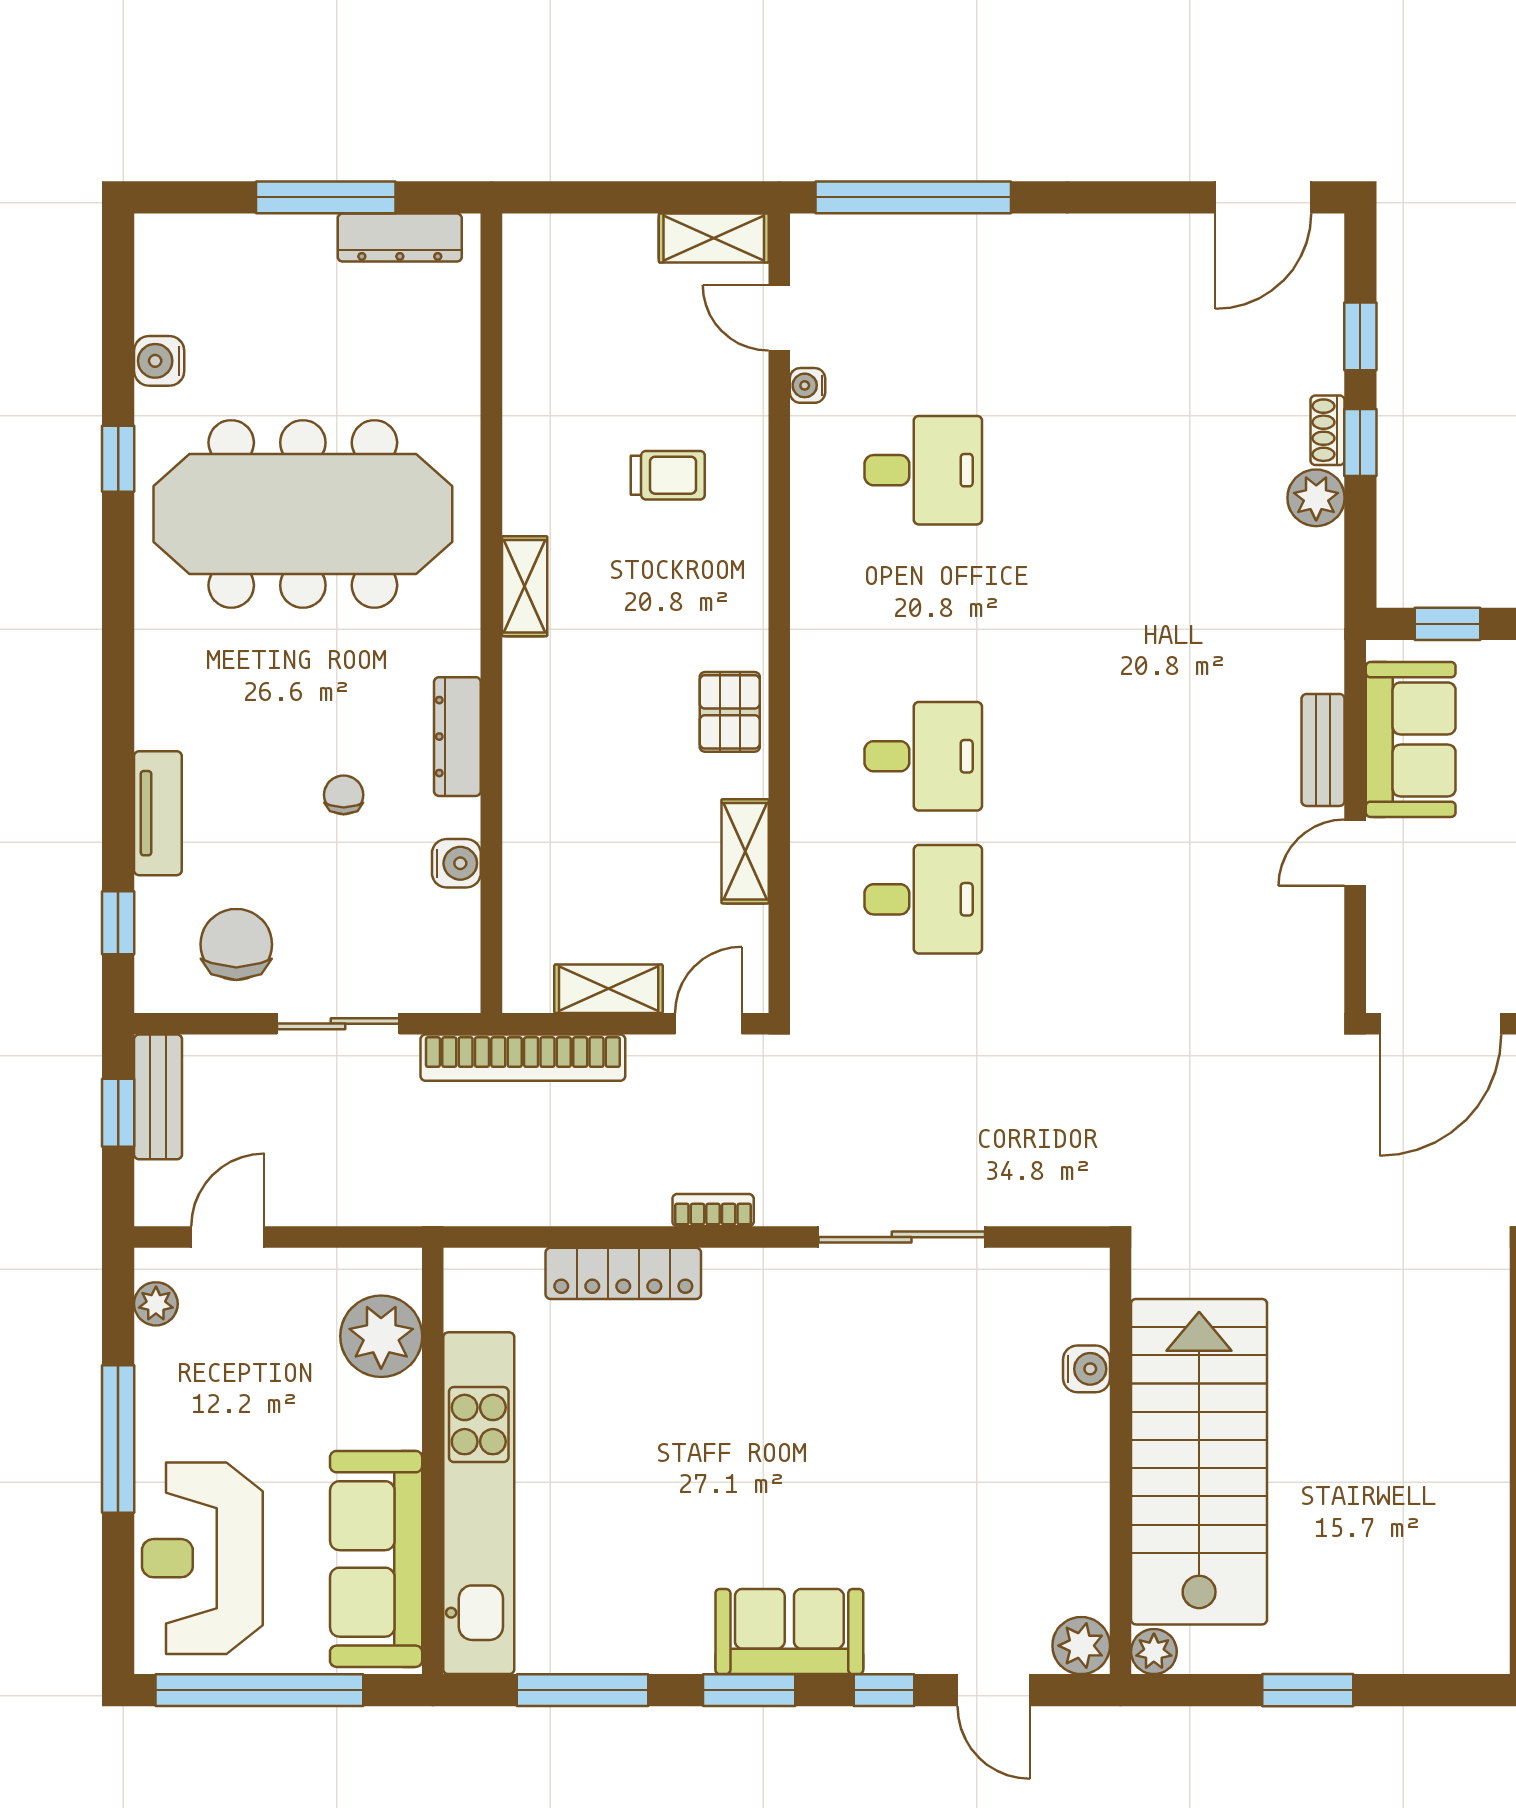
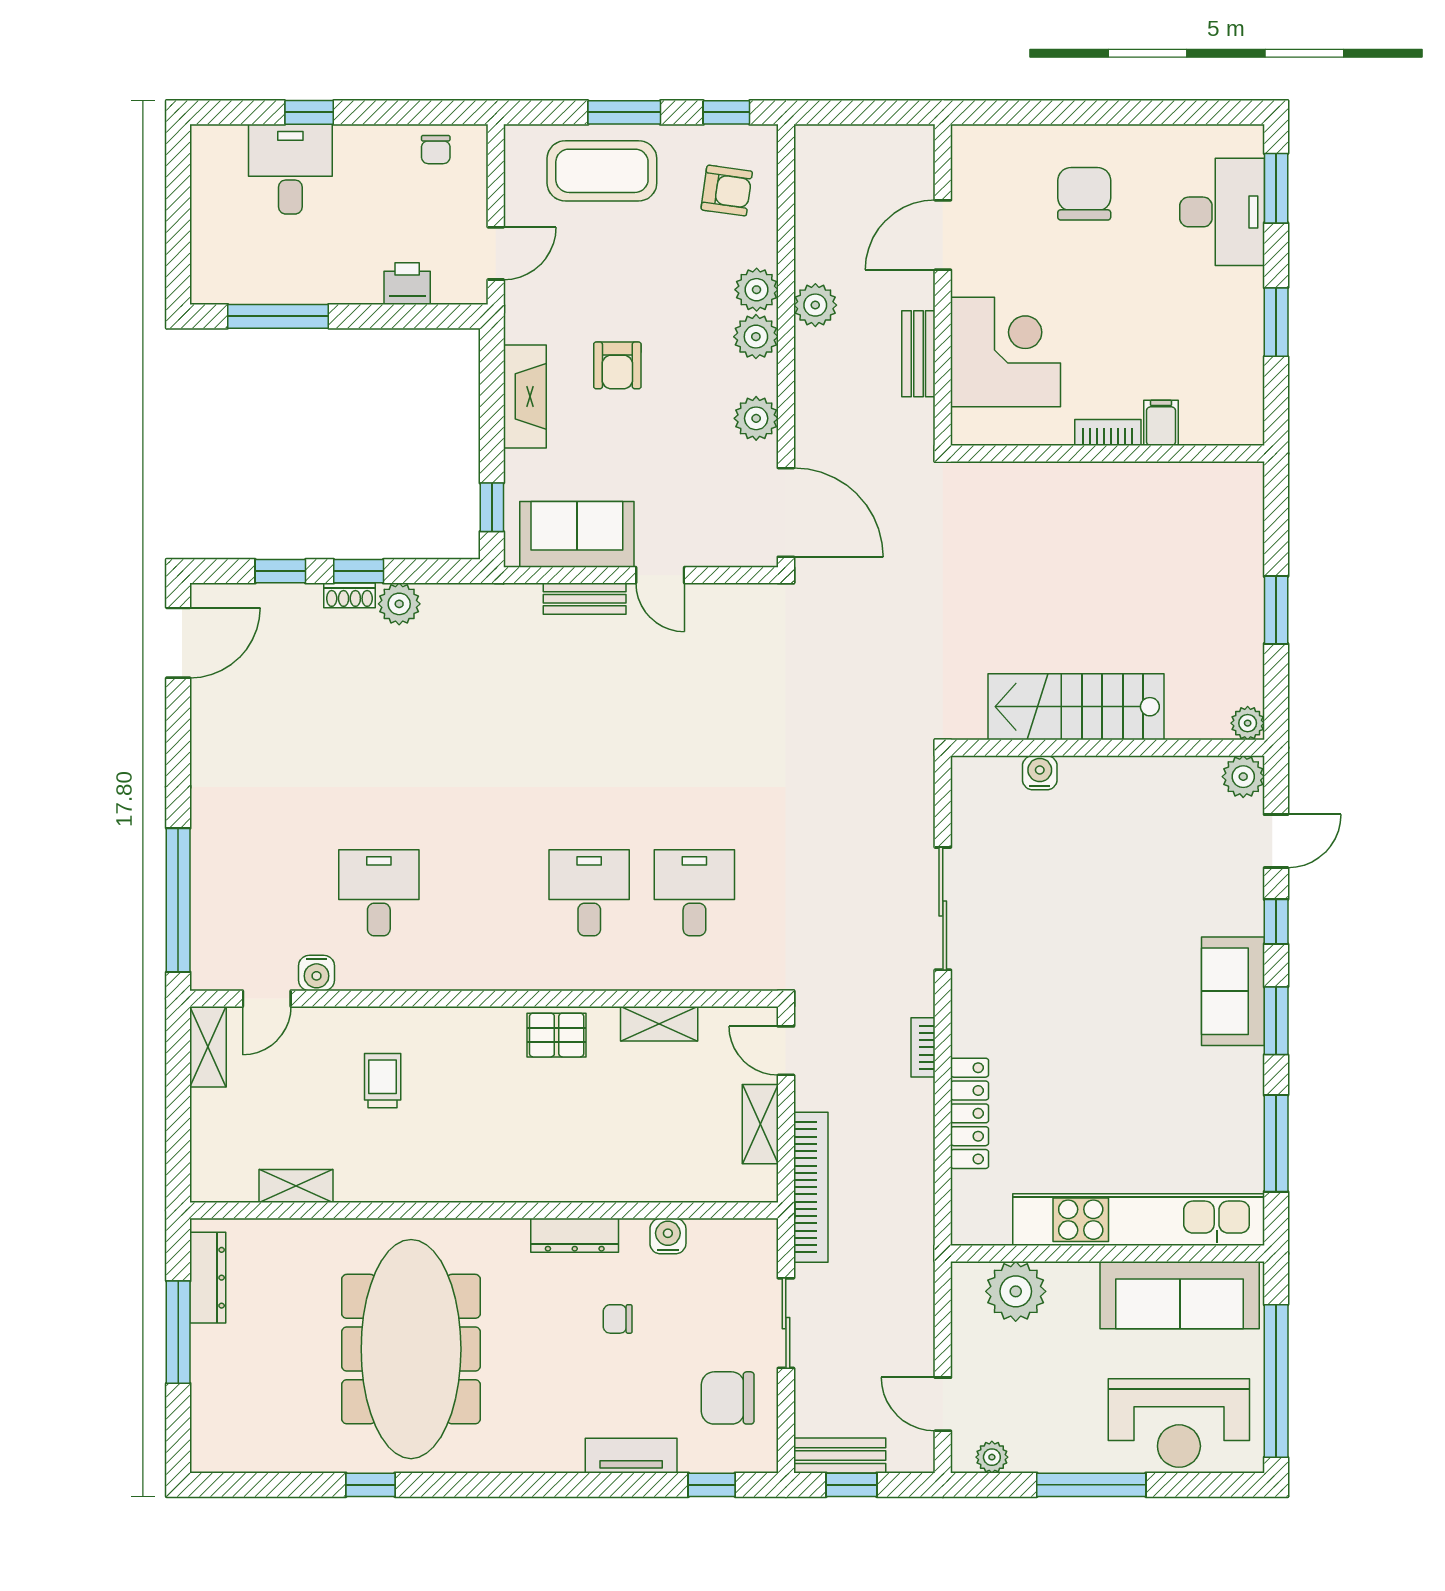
door: (1263, 197) -> (178, 643), hinge flipped
water cooler: (159, 361) -> (298, 1455), removed
water cooler: (807, 385) -> (317, 973), width x1.38, depth x1.38
shelving: (525, 586) -> (296, 1186), moved
stairs: (1199, 1462) -> (1076, 707), width x0.73, depth x0.66

